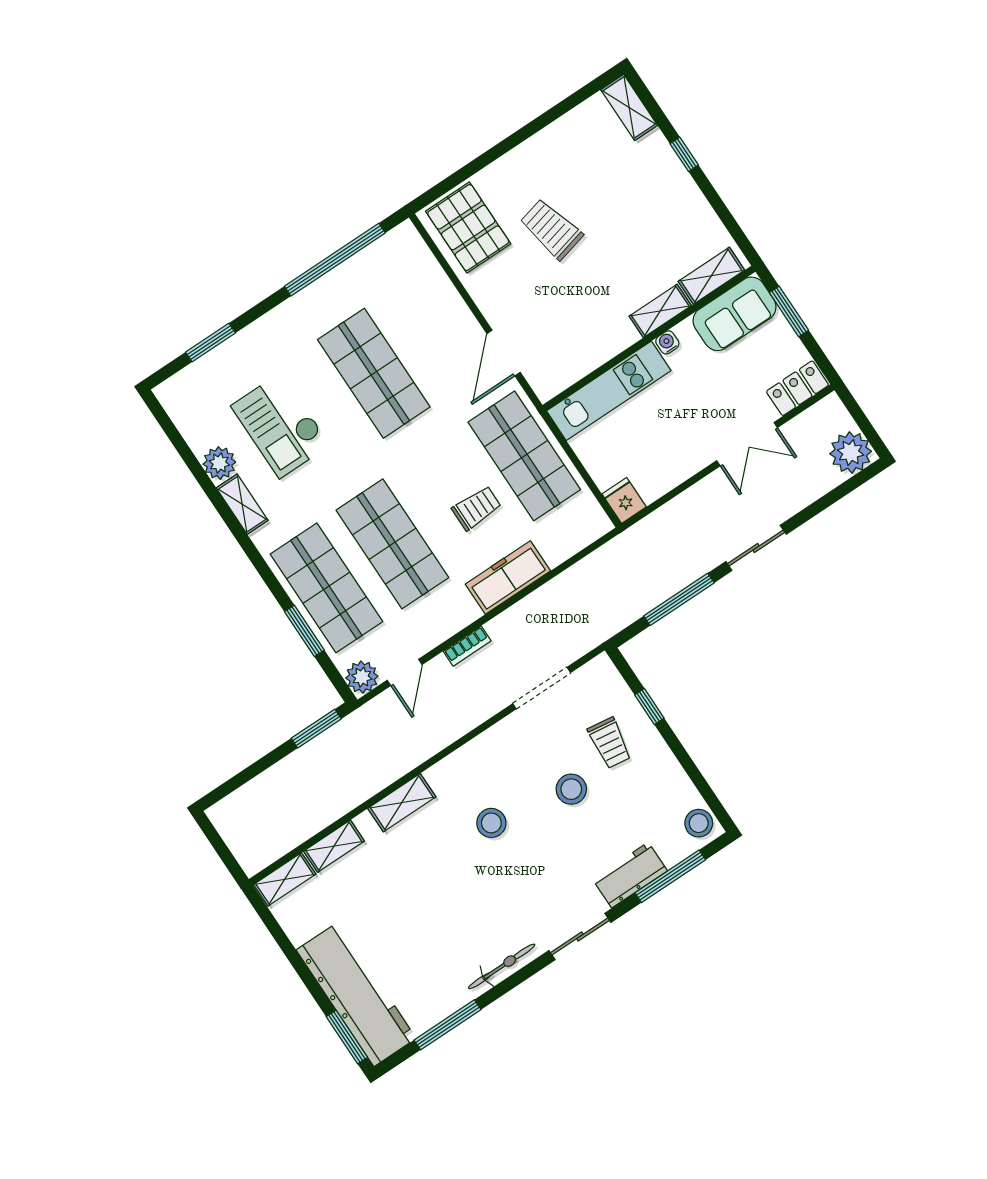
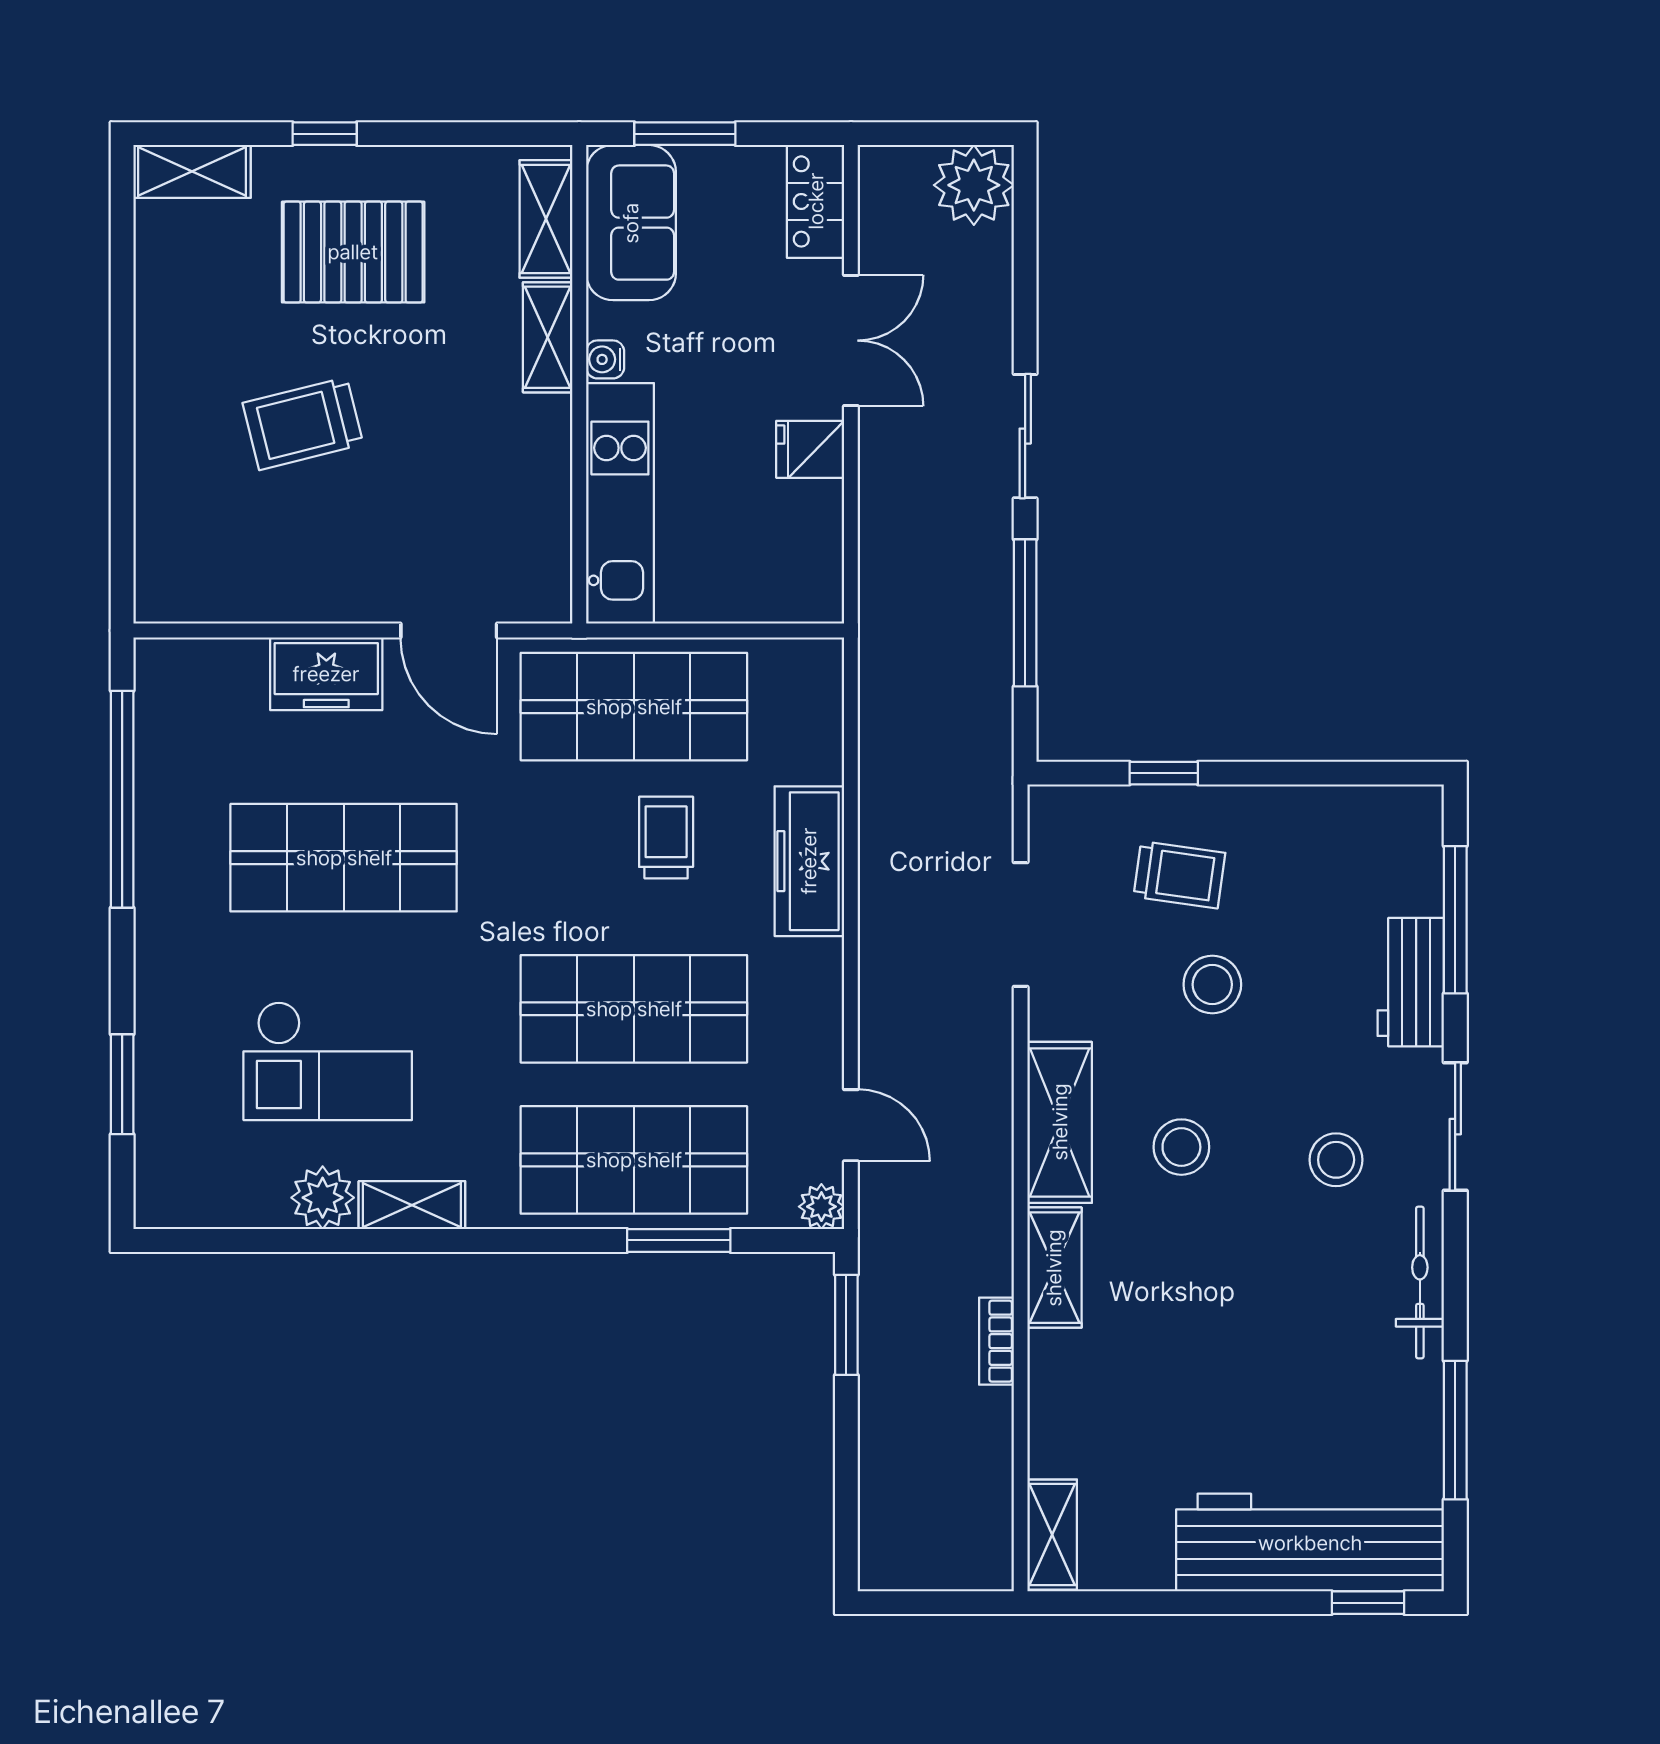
pallet: (468, 228) -> (353, 252), moved
freezer: (449, 312) -> (326, 674), added
fridge: (624, 500) -> (810, 449), moved
bookcase: (467, 646) -> (996, 1341), moved, turned 180
plant: (362, 677) -> (821, 1207), width x0.73, depth x0.73
stool: (699, 823) -> (1336, 1160), moved
shelving: (334, 846) -> (1060, 1122), moved, width x1.50, depth x1.33
window: (347, 1037) -> (1368, 1603), width x0.67

